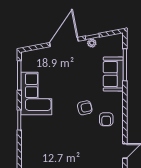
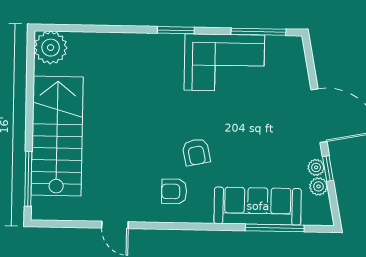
plant: (102, 41) -> (319, 186), added
sofa: (113, 74) -> (258, 206), width x1.36

